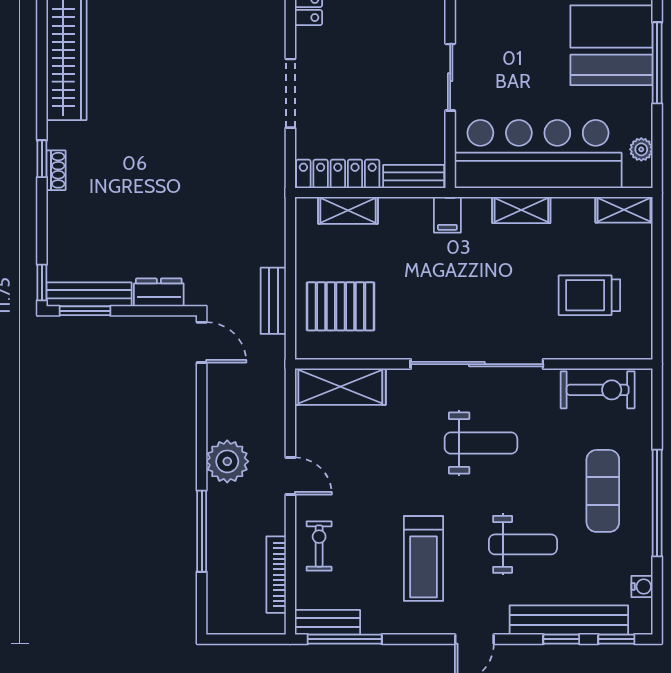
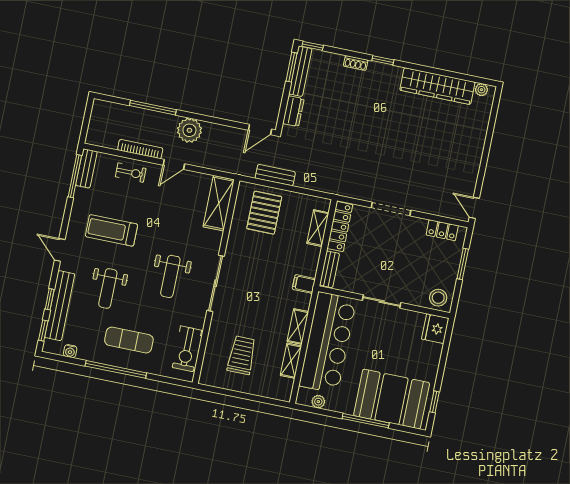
shoe rack: (56, 170) -> (356, 63), moved
shelving: (624, 210) -> (291, 361), moved
sliding door: (477, 364) -> (216, 283), width x0.73
bookcase: (276, 575) -> (140, 149), moved

